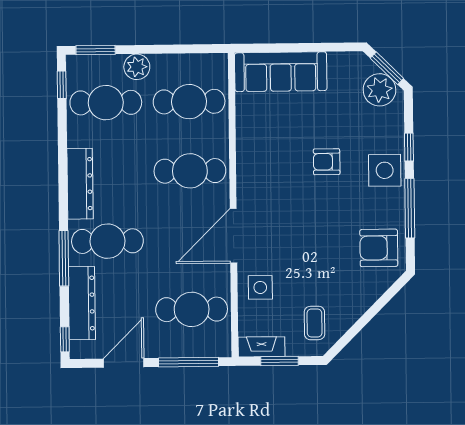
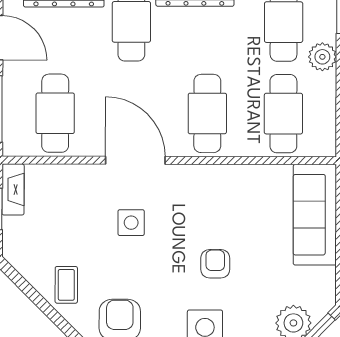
side table: (260, 287) -> (131, 223), moved
coffee table: (314, 323) -> (66, 285), moved, turned 90

